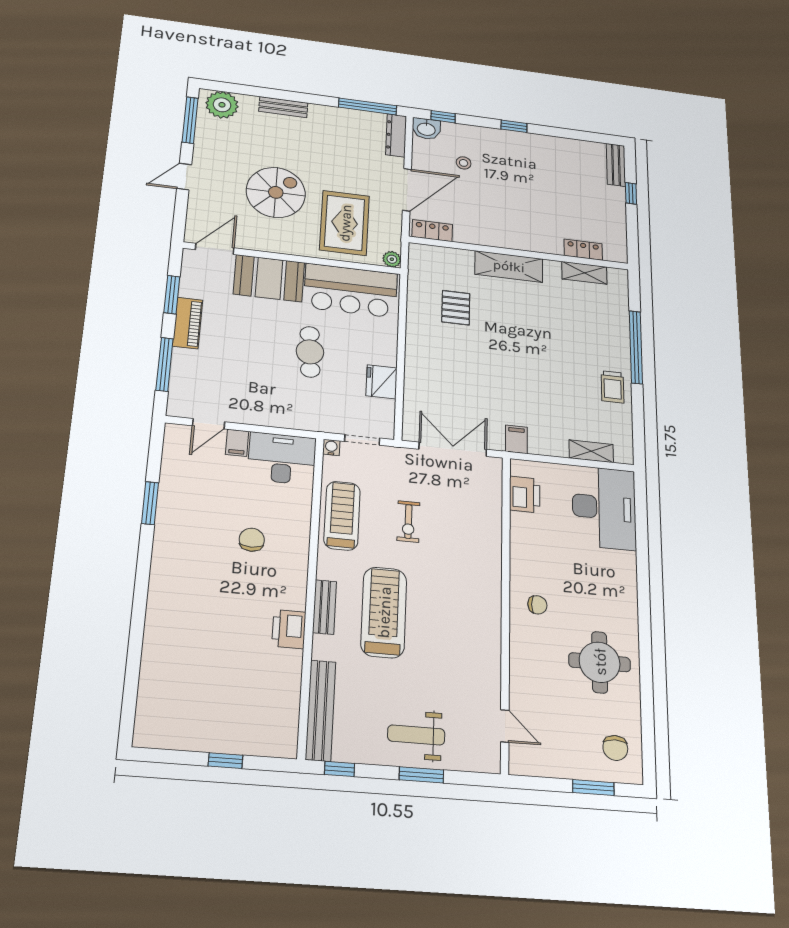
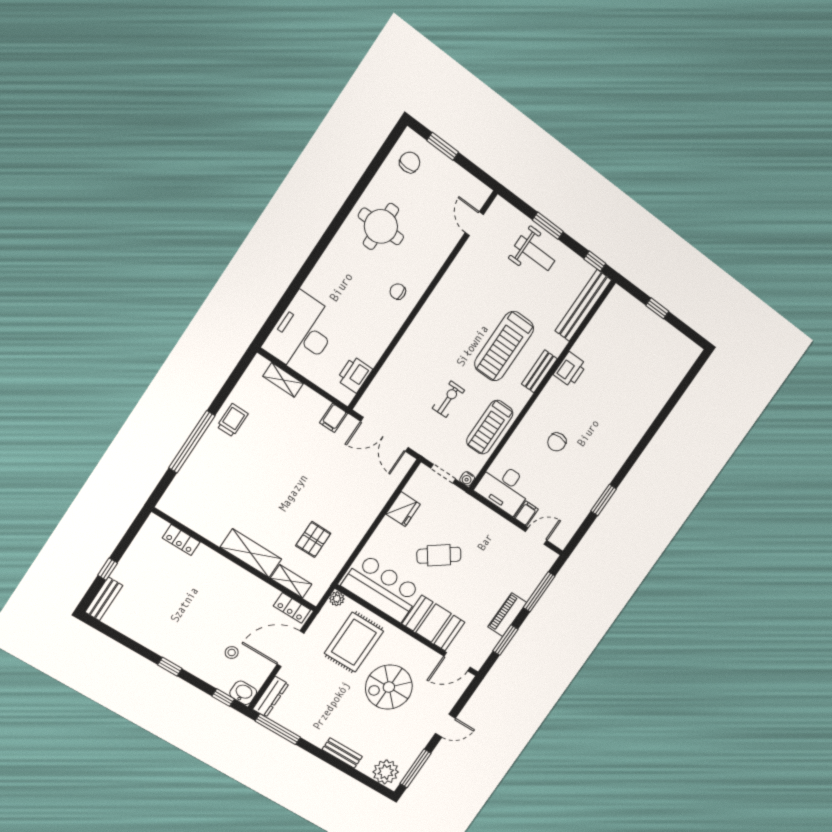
shelving: (584, 273) -> (291, 581), moved
cafe table: (310, 352) -> (439, 555), turned 58

